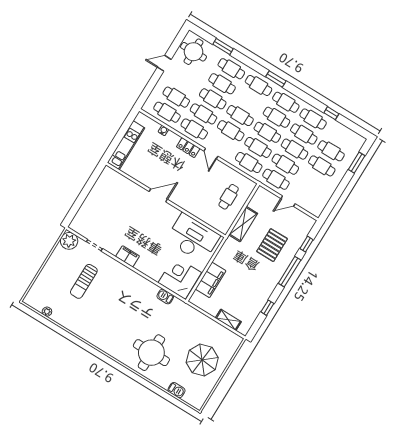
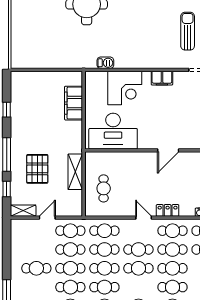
cafe table: (331, 151) -> (36, 287), removed
corner desk: (180, 278) -> (125, 88), moved
shelving: (228, 320) -> (23, 211), moved
parasol: (202, 360) -> (37, 26), removed

